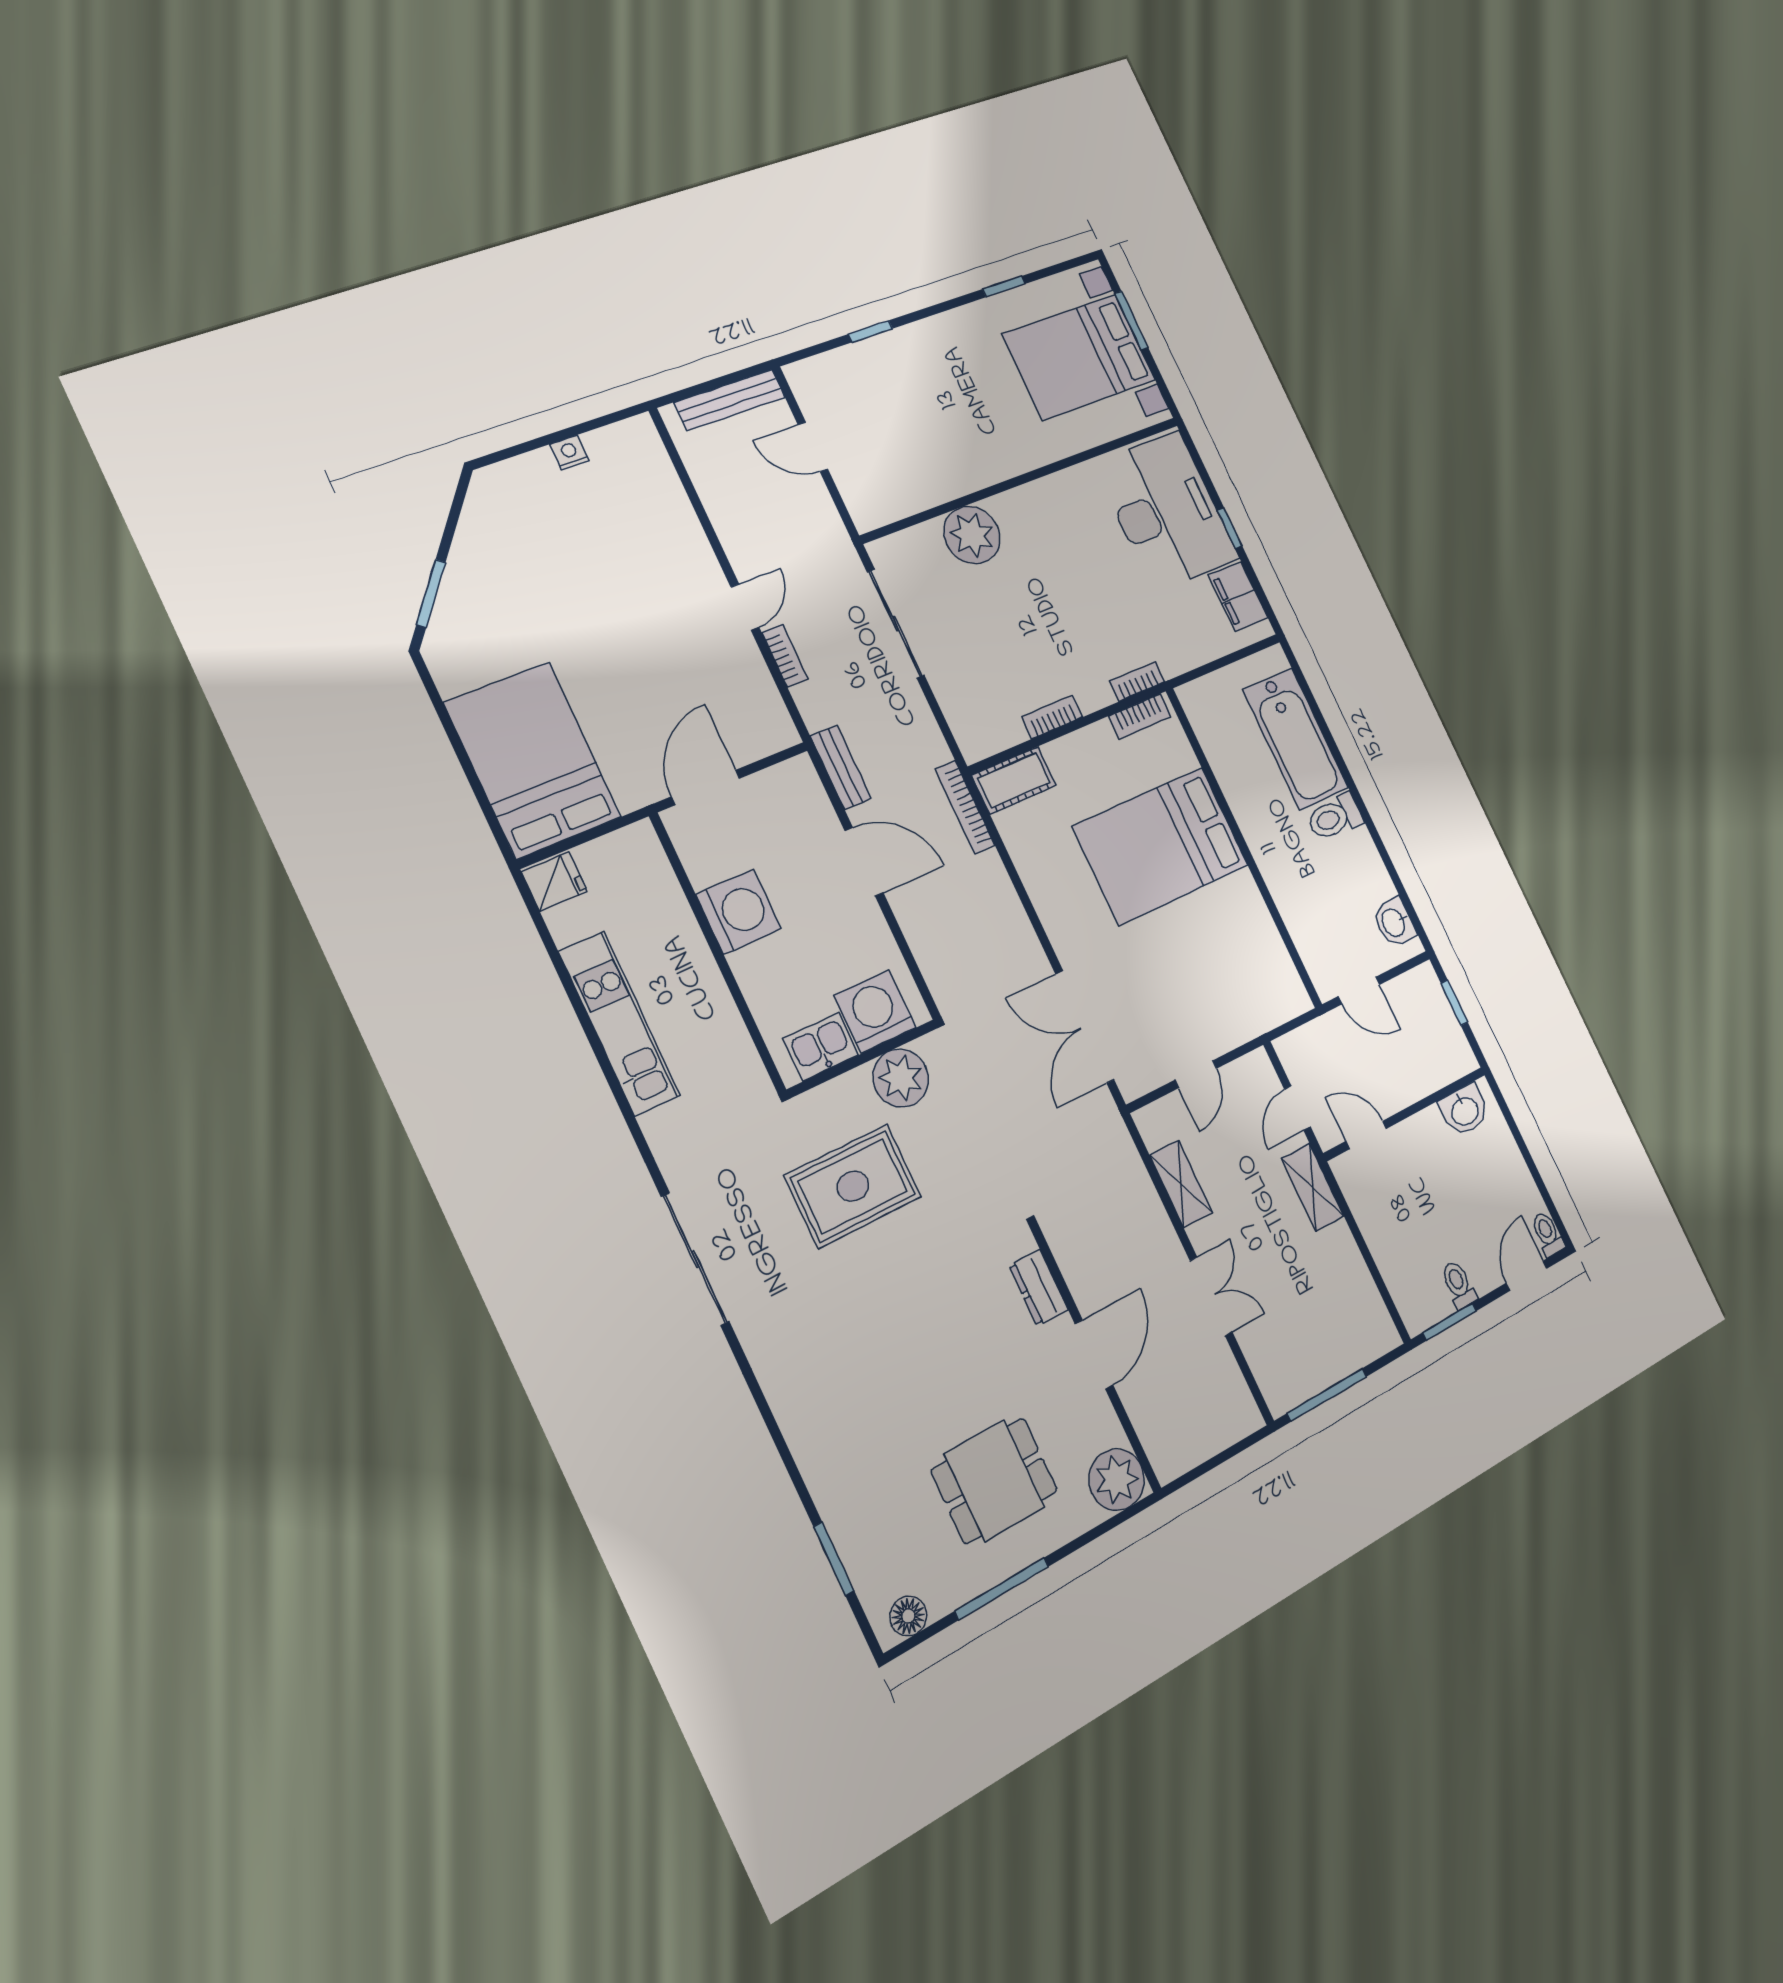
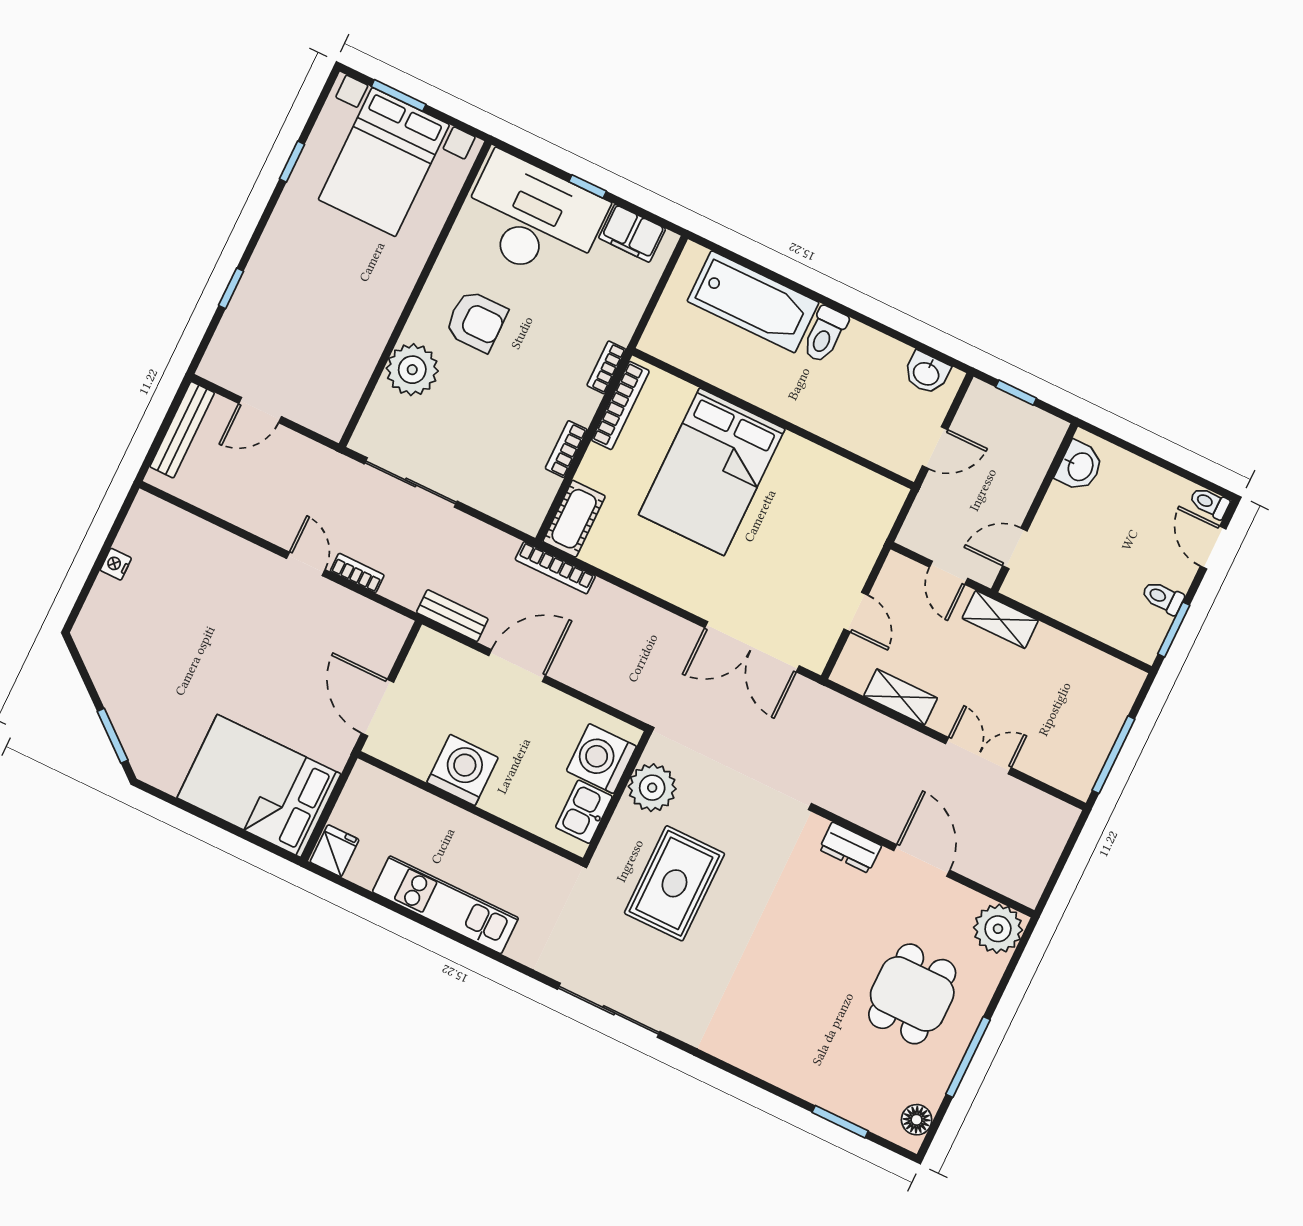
armchair: (1057, 546) -> (476, 321), added
bookcase: (1140, 716) -> (620, 406), width x1.56

